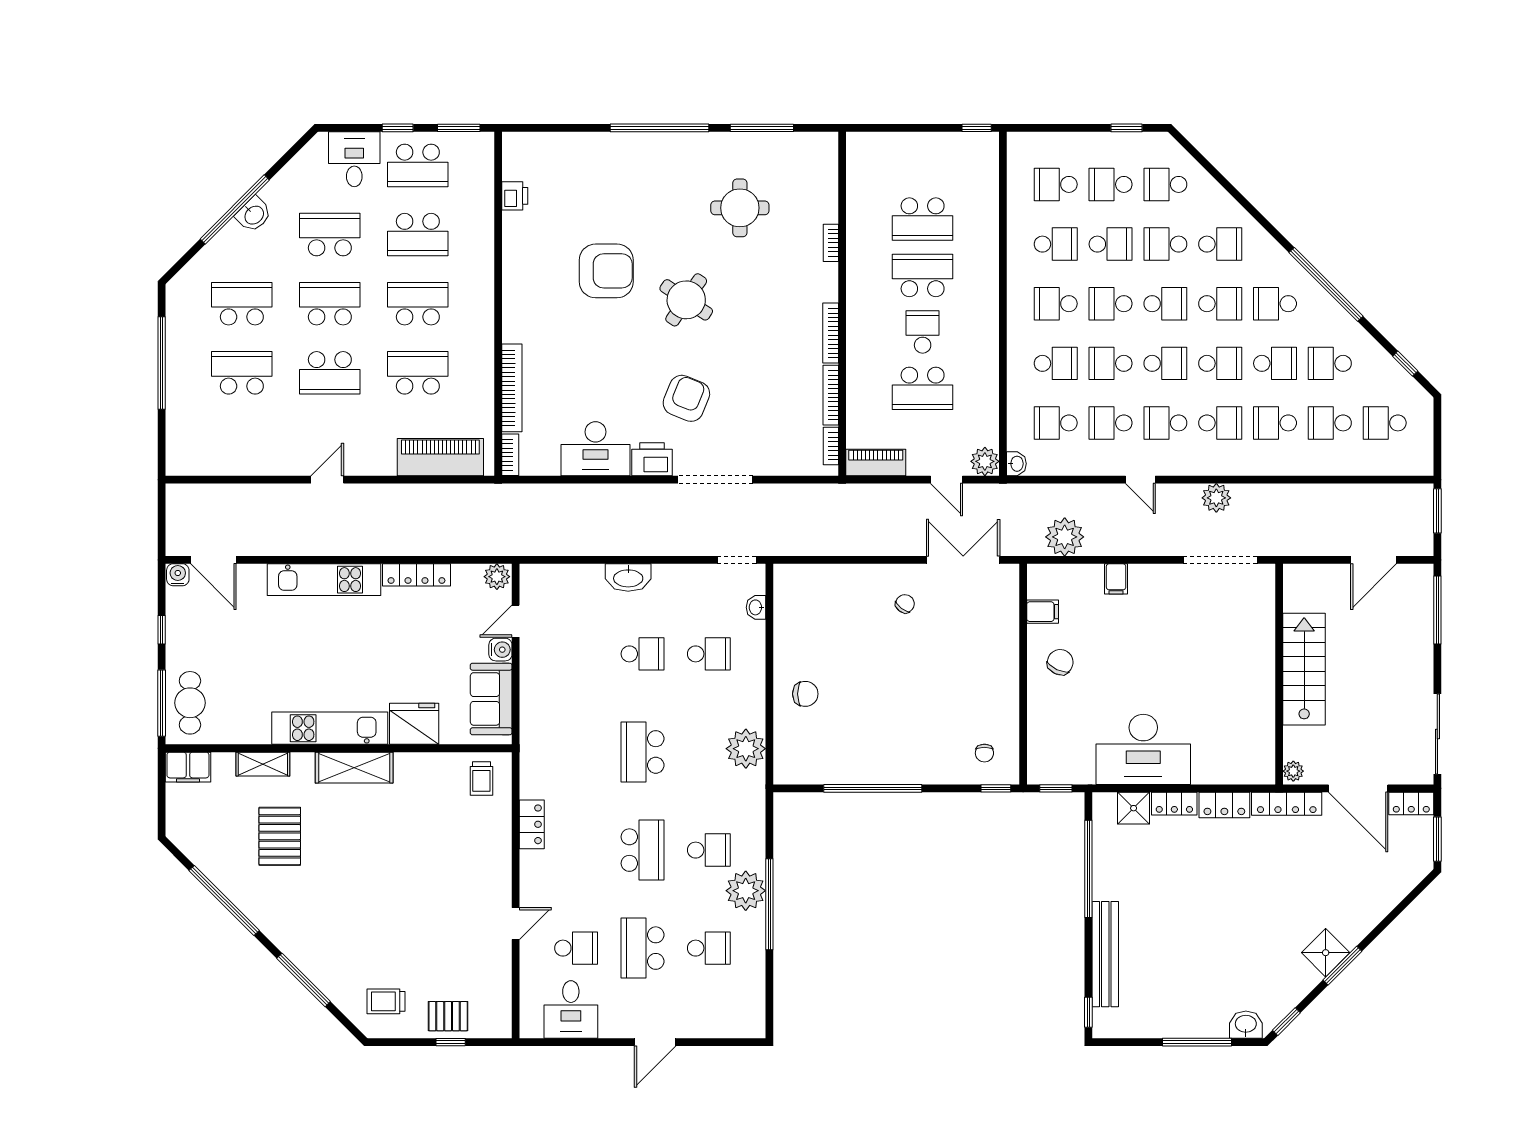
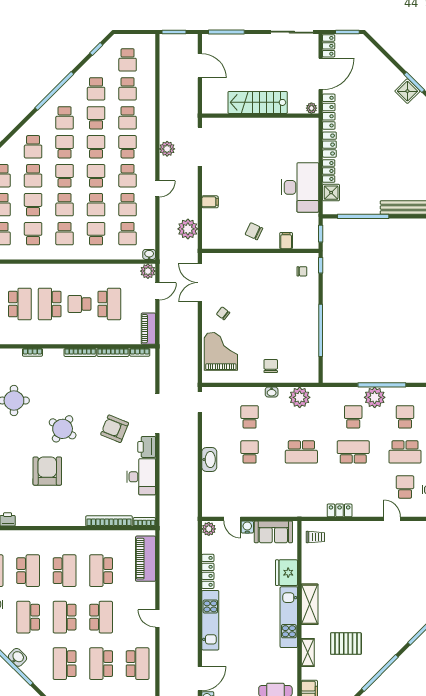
school desk: (1220, 244) -> (33, 147), turned 180
school desk: (418, 304) -> (65, 571), turned 180
school desk: (242, 442) -> (138, 664), added
grand piano: (833, 600) -> (221, 351), added
washbasin: (756, 607) -> (272, 392), moved
filing cabinet: (1043, 612) -> (286, 241), moved

